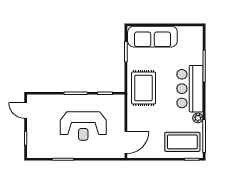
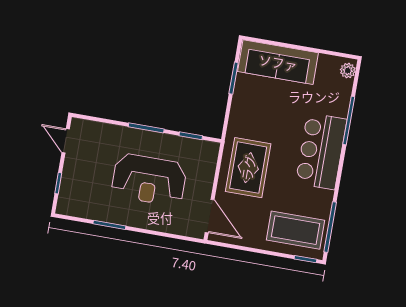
rug: (143, 88) -> (248, 168), moved
plant: (198, 118) -> (348, 71), moved
door: (126, 143) -> (210, 216), hinge flipped

